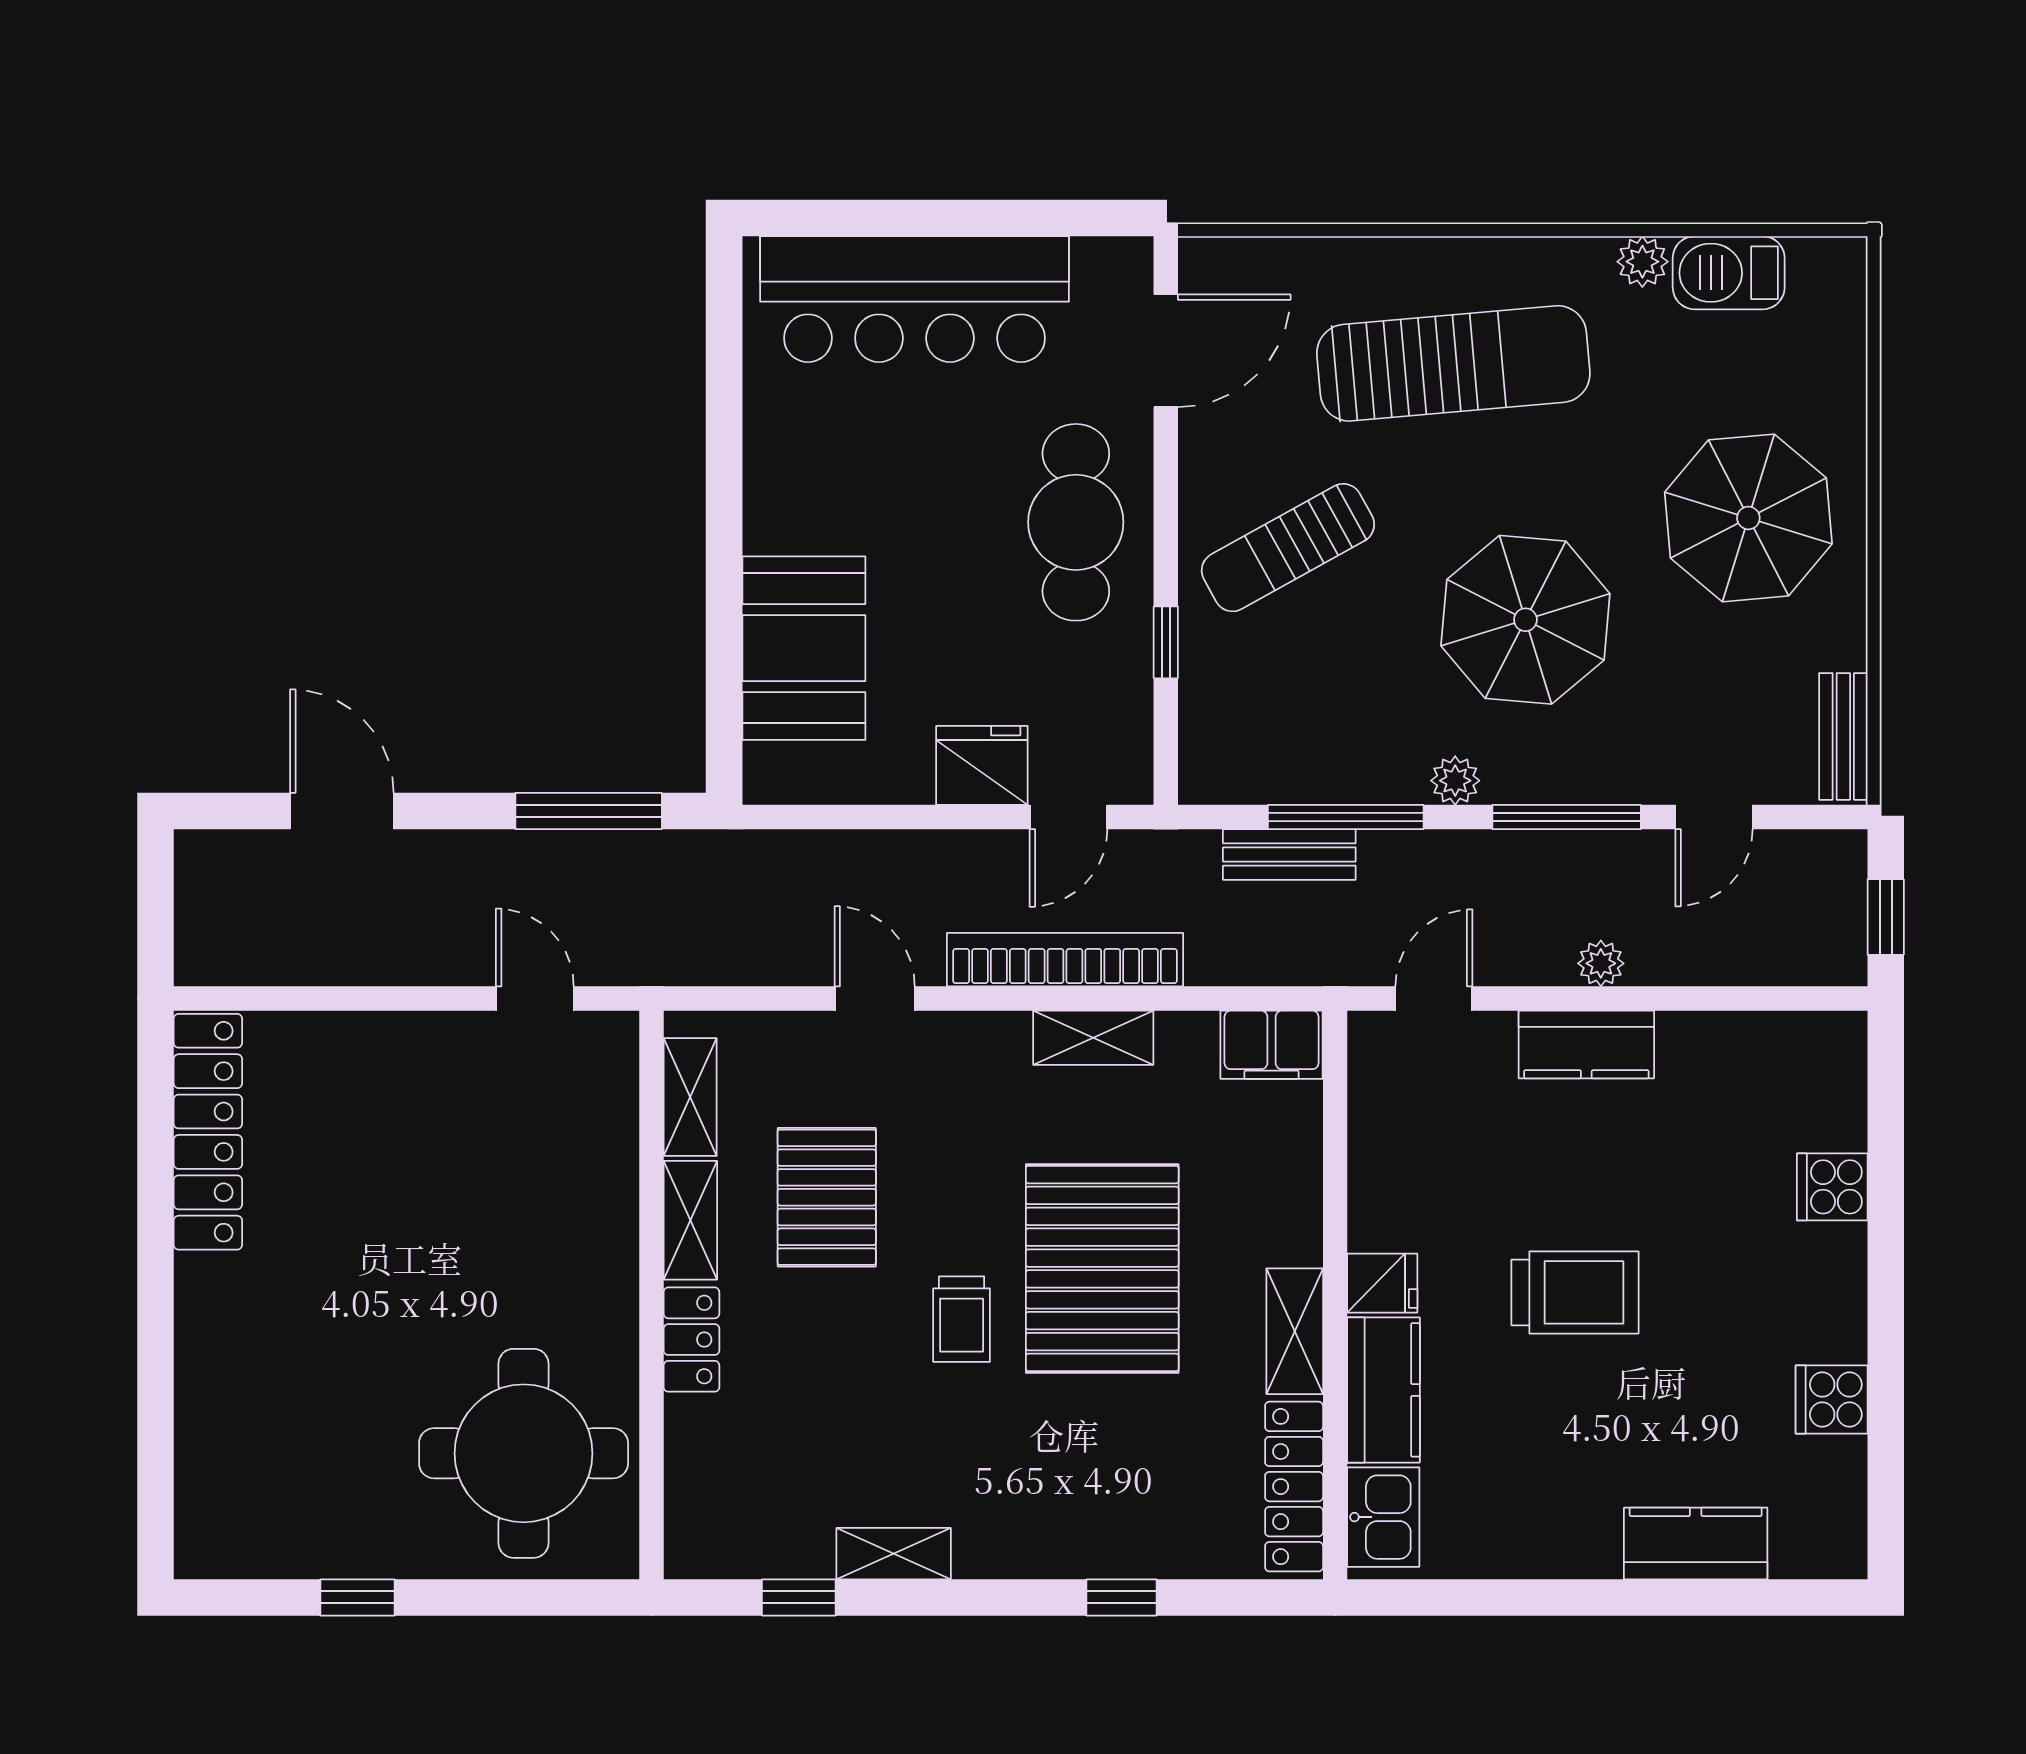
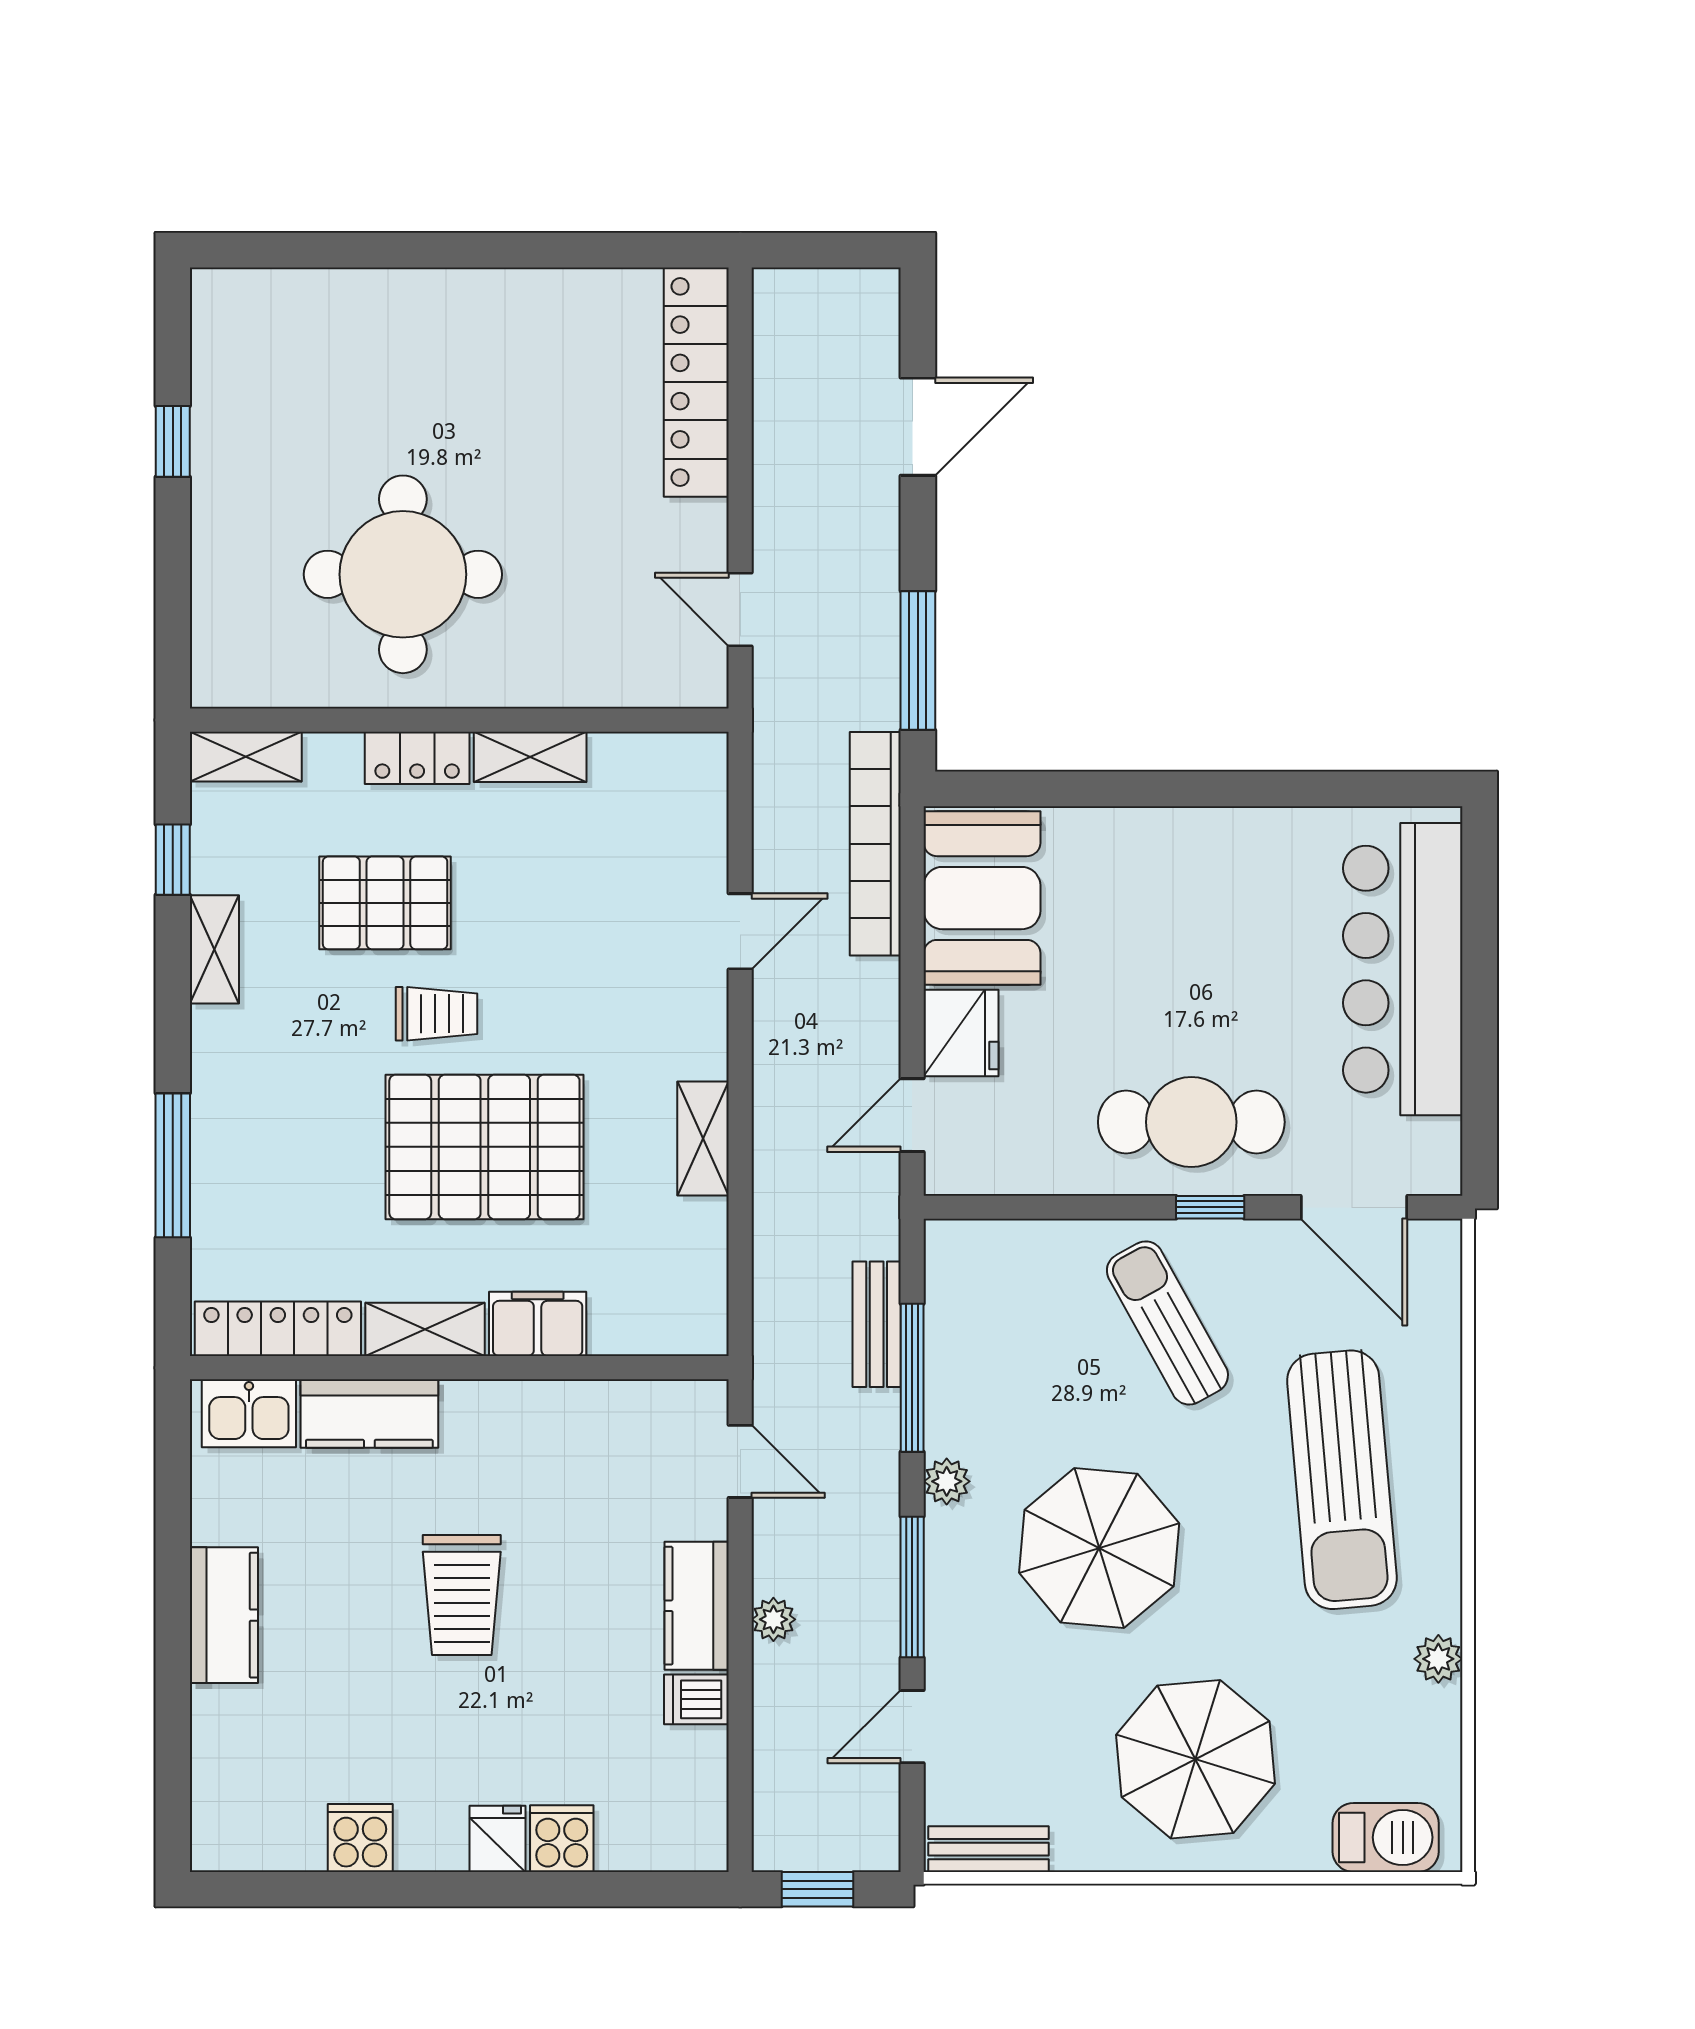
barbecue: (1729, 273) -> (1386, 1837), moved, turned 90
window: (1166, 642) -> (1210, 1207), moved
booth: (804, 648) -> (982, 898), moved, turned 90
door: (1068, 817) -> (912, 1115), hinge flipped
door: (1714, 817) -> (912, 1727), hinge flipped
bookcase: (1065, 960) -> (875, 844), moved, turned 180
door: (535, 998) -> (740, 609), swing flipped
filing cabinet: (1271, 1045) -> (538, 1324), moved, turned 90
dishwasher: (1685, 1045) -> (696, 1699), added
shelving: (690, 1097) -> (246, 757), moved
locker: (208, 1132) -> (696, 382), moved, turned 90
pallet: (827, 1197) -> (385, 903), moved
fridge: (1382, 1283) -> (498, 1839), moved, turned 180
trolley: (962, 1319) -> (436, 1014), turned 180
round table: (524, 1453) -> (403, 574), moved
kitchen counter: (1696, 1543) -> (224, 1615), moved
window: (1122, 1597) -> (173, 1165), width x2.17

